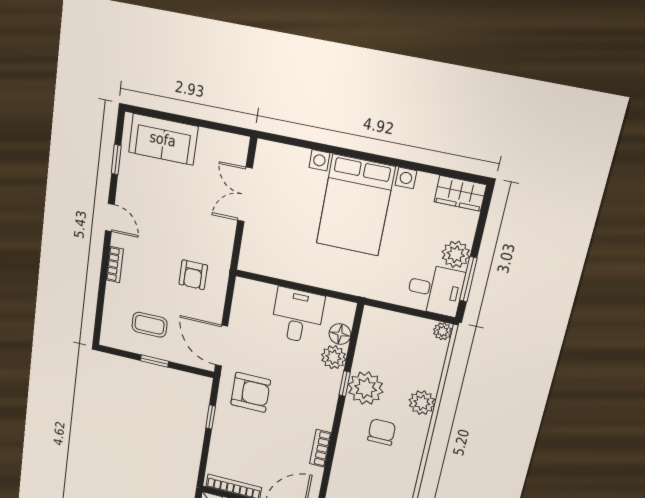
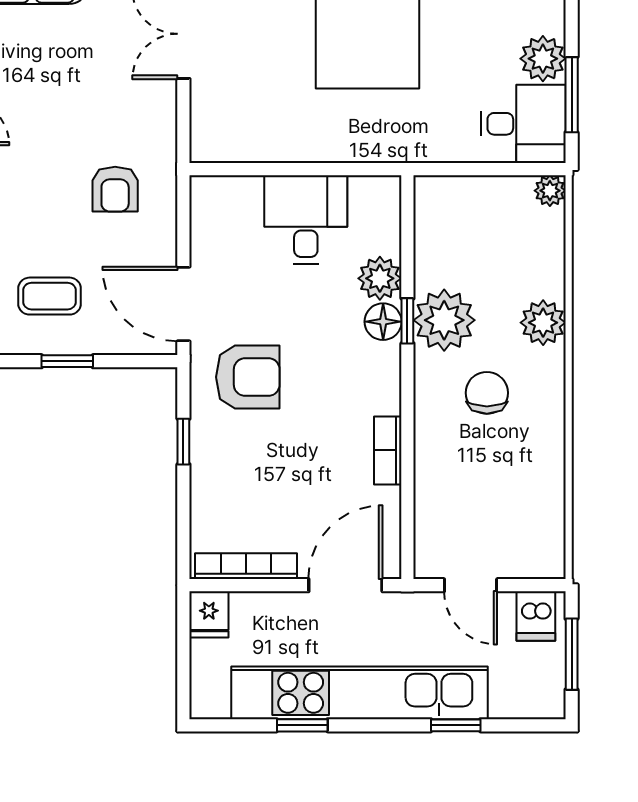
floor lamp: (340, 334) -> (383, 322), moved

